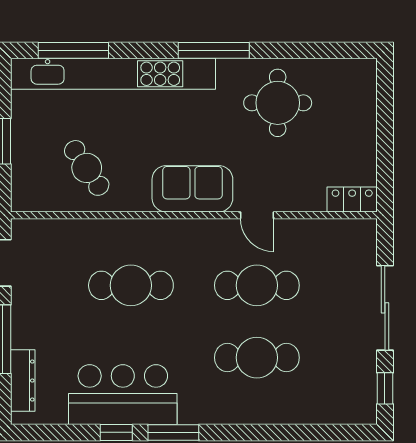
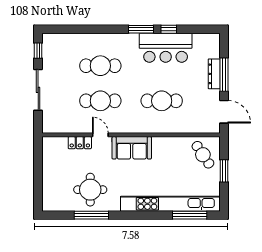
window: (214, 50) -> (91, 215), moved
cafe table: (87, 168) -> (203, 155), moved
locker: (352, 199) -> (80, 143), moved
dresser: (23, 381) -> (214, 74), moved

